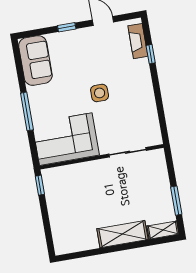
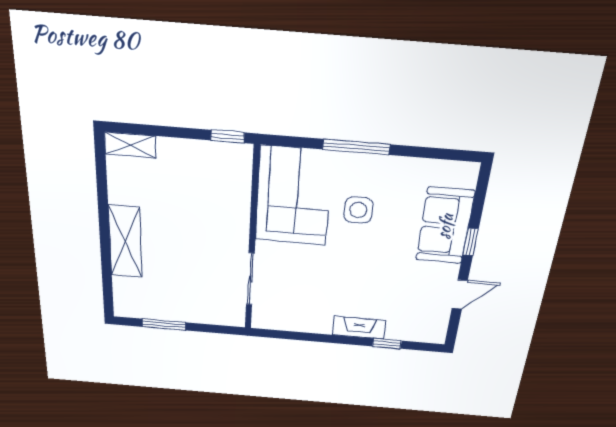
fireplace: (138, 41) -> (359, 328), moved
sofa: (35, 61) -> (445, 226), moved, turned 90
side table: (100, 93) -> (358, 210), moved
shelving: (163, 230) -> (130, 145), moved, turned 90

